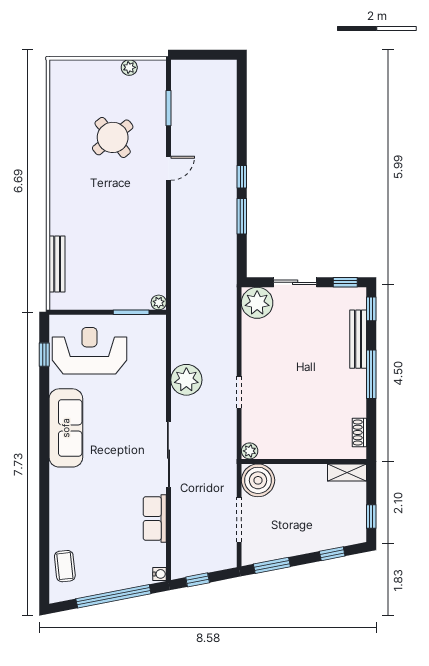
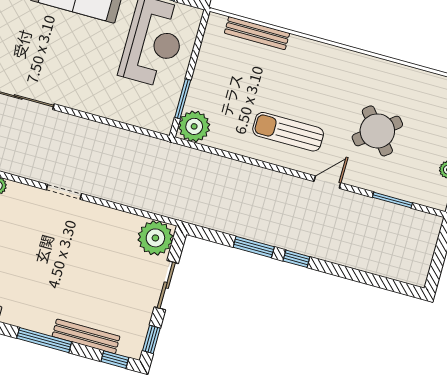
door: (168, 168) -> (327, 182), swing flipped
sun lounger: (134, 214) -> (288, 132), added
plant: (159, 302) -> (194, 126), width x1.88, depth x1.88
plant: (186, 380) -> (93, 138), removed

